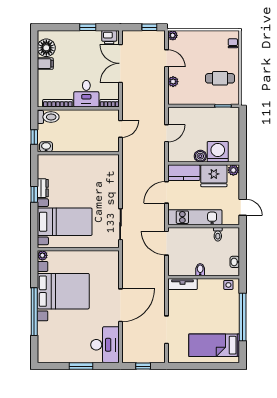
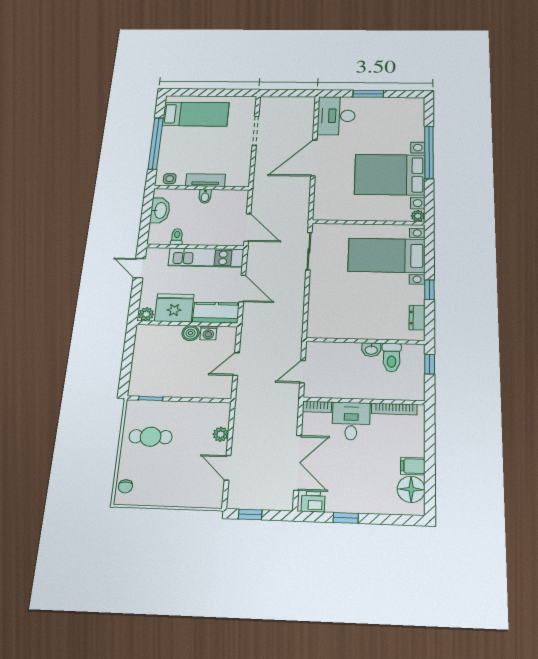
plant: (173, 35) -> (215, 501), removed
toilet: (48, 117) -> (392, 358), moved, turned -90
washbasin: (46, 147) -> (371, 350), moved
washing machine: (218, 152) -> (208, 333), moved, width x0.53, depth x0.53
dresser: (43, 188) -> (417, 318), moved
door: (167, 192) -> (242, 288), hinge flipped
washbasin: (235, 262) -> (160, 210), width x1.91, depth x1.45
tv unit: (182, 284) -> (205, 180), moved
window: (143, 366) -> (288, 93), removed

